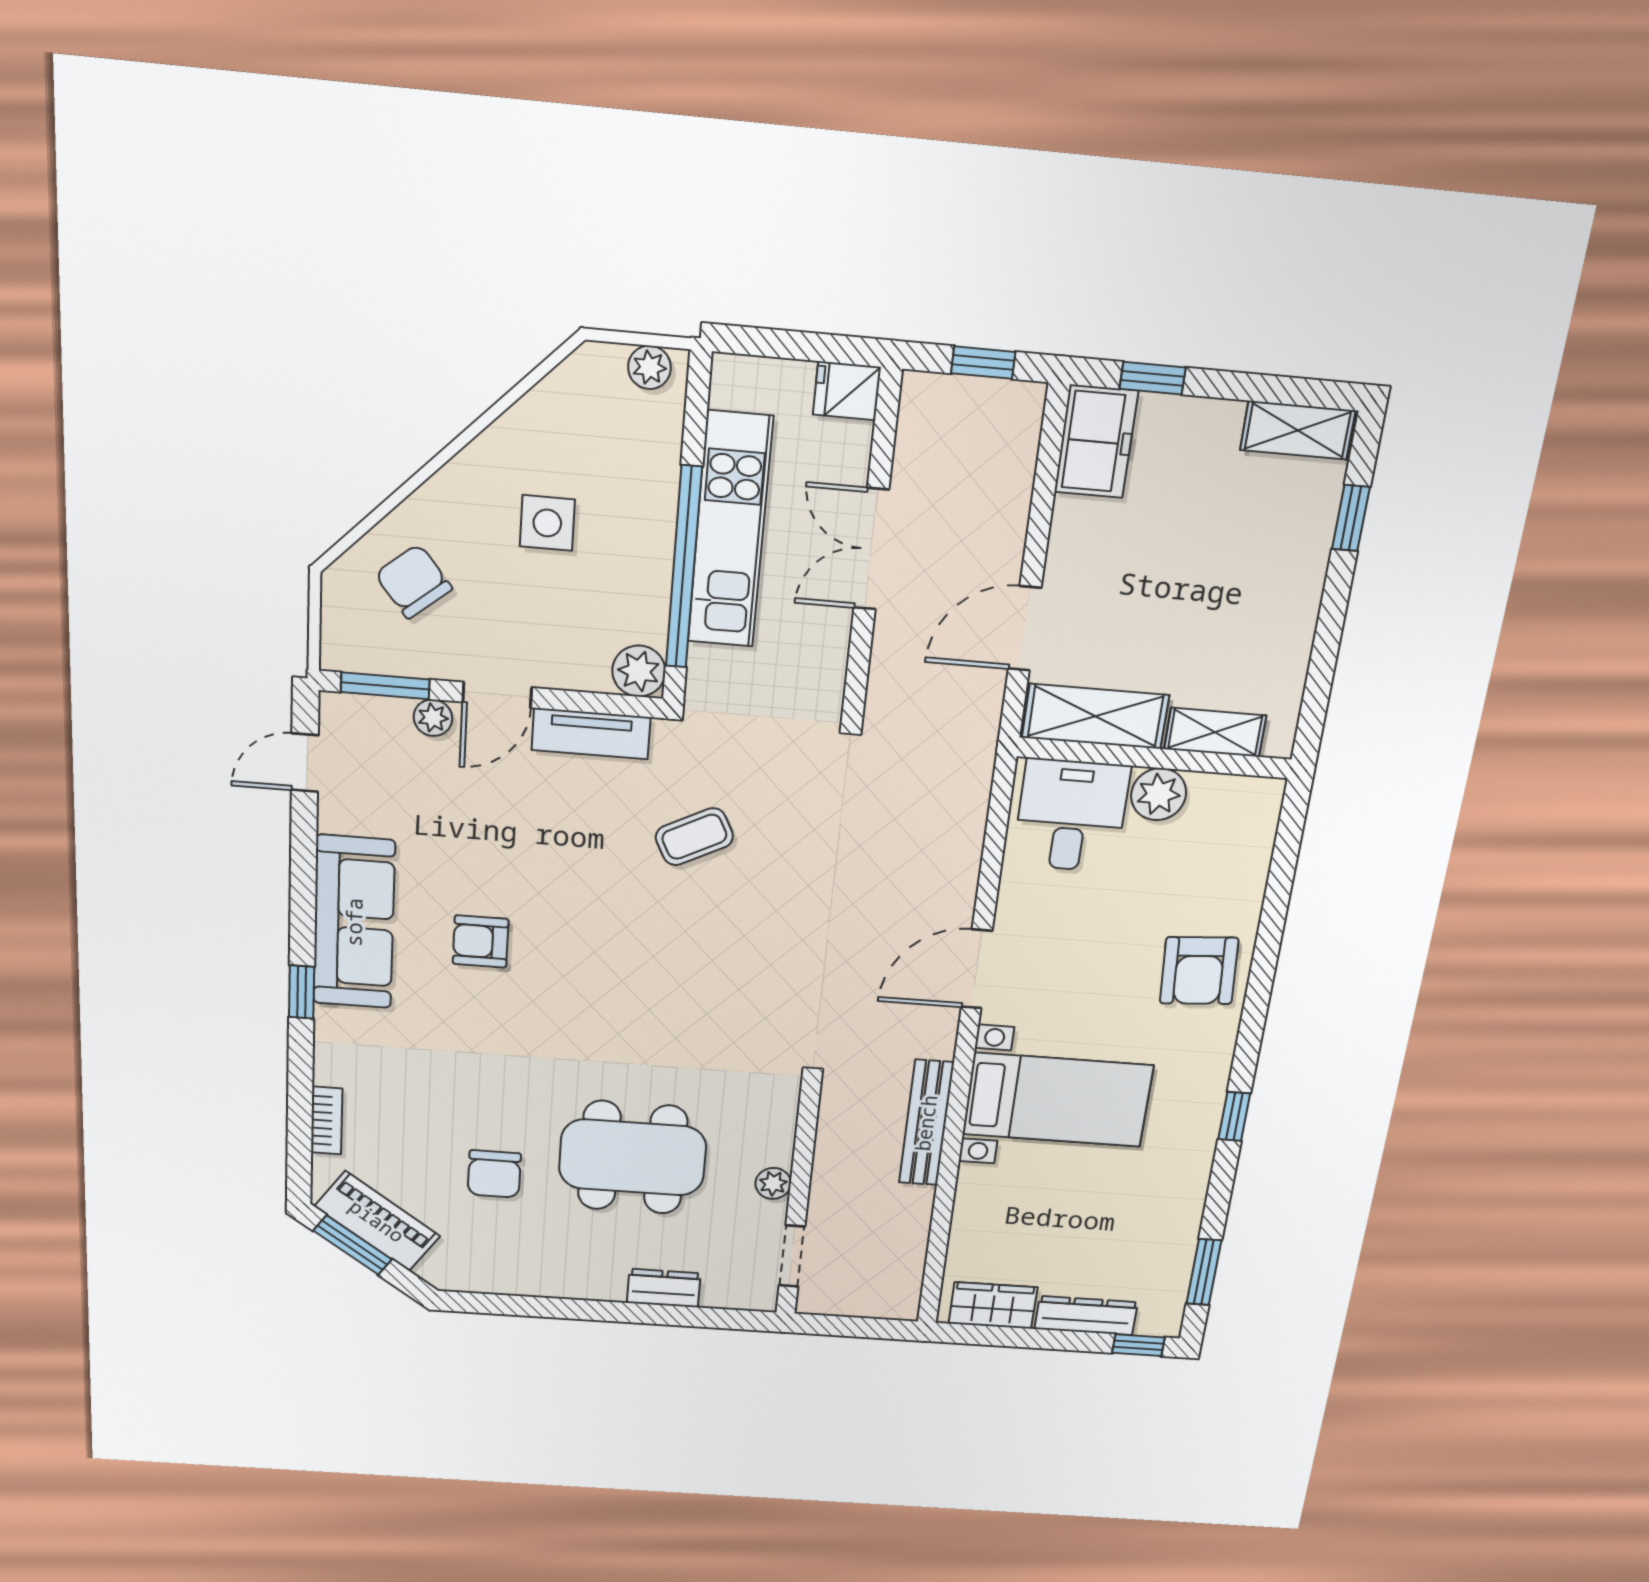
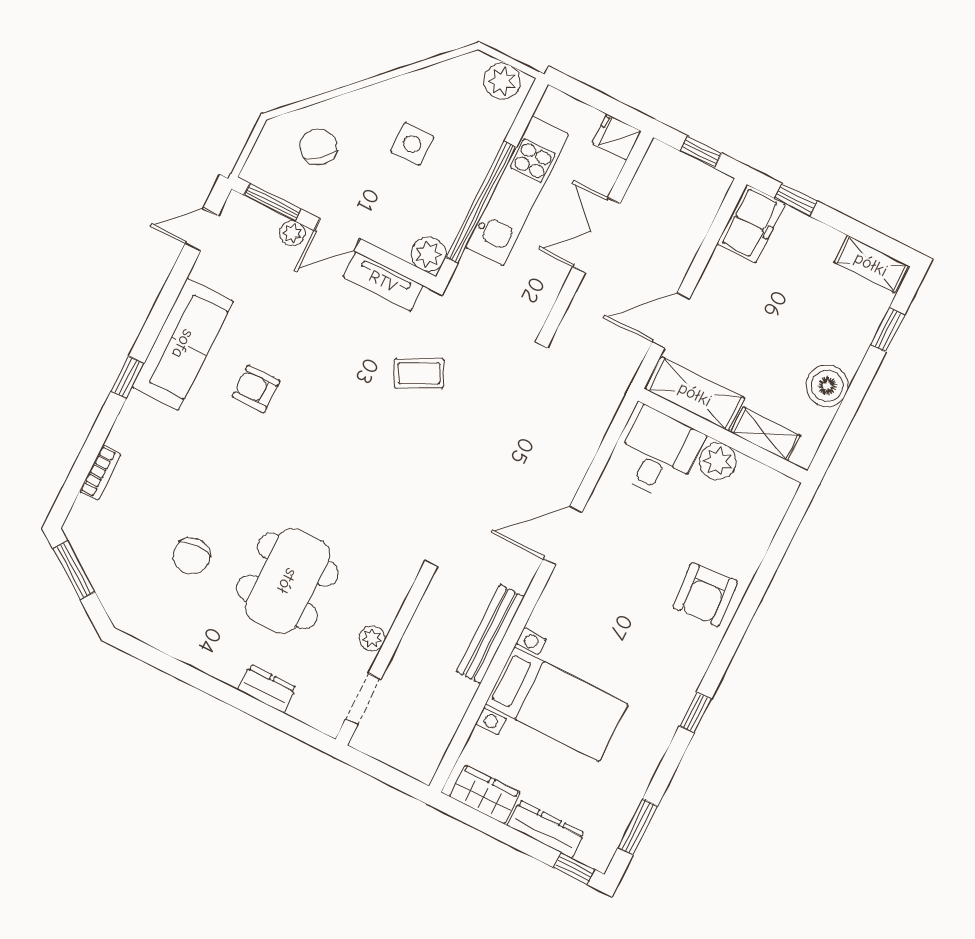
plant: (649, 367) -> (502, 81), width x1.38, depth x1.38
boiler: (1284, 632) -> (827, 386), added
bed with nightstands: (1058, 1100) -> (557, 704), moved
dining table: (633, 1157) -> (287, 581), turned 90
piano: (377, 1221) -> (99, 559), removed

